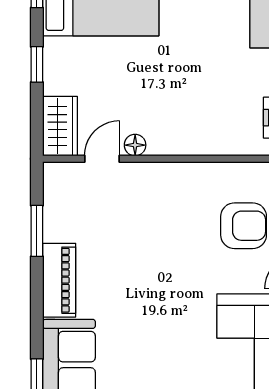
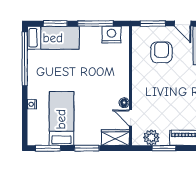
window: (37, 64) -> (87, 148), width x1.50
plant: (60, 204) -> (151, 137), added

